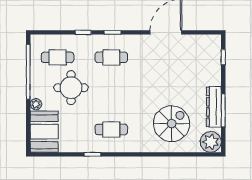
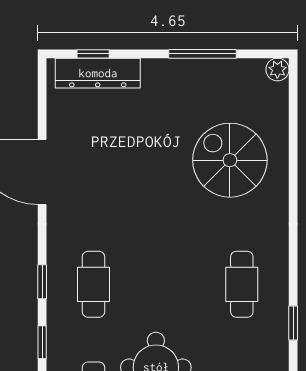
dresser: (214, 107) -> (98, 73), moved
plant: (211, 142) -> (277, 69), width x0.53, depth x0.53

